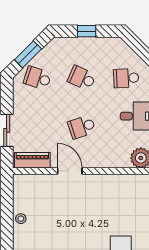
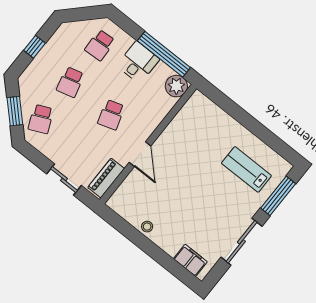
school desk: (37, 78) -> (41, 119), turned -42
school desk: (82, 78) -> (70, 82), turned -39
door: (70, 171) -> (140, 154), swing flipped

